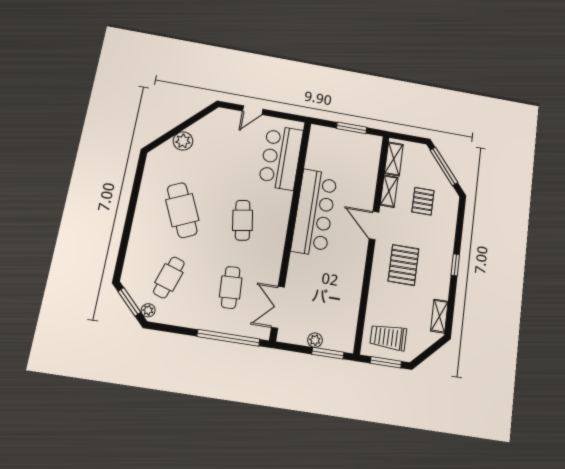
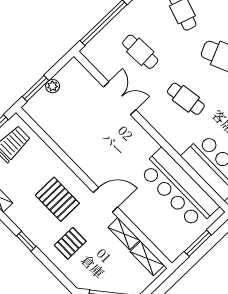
pallet: (423, 201) -> (70, 243), moved, turned 90
bar counter: (314, 212) -> (179, 188), moved
double door: (278, 307) -> (120, 98), moved

